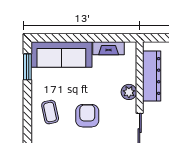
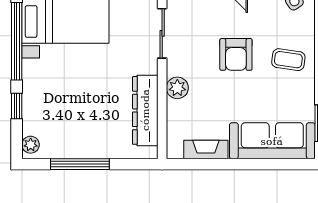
coffee table: (50, 112) -> (288, 60), turned -70

